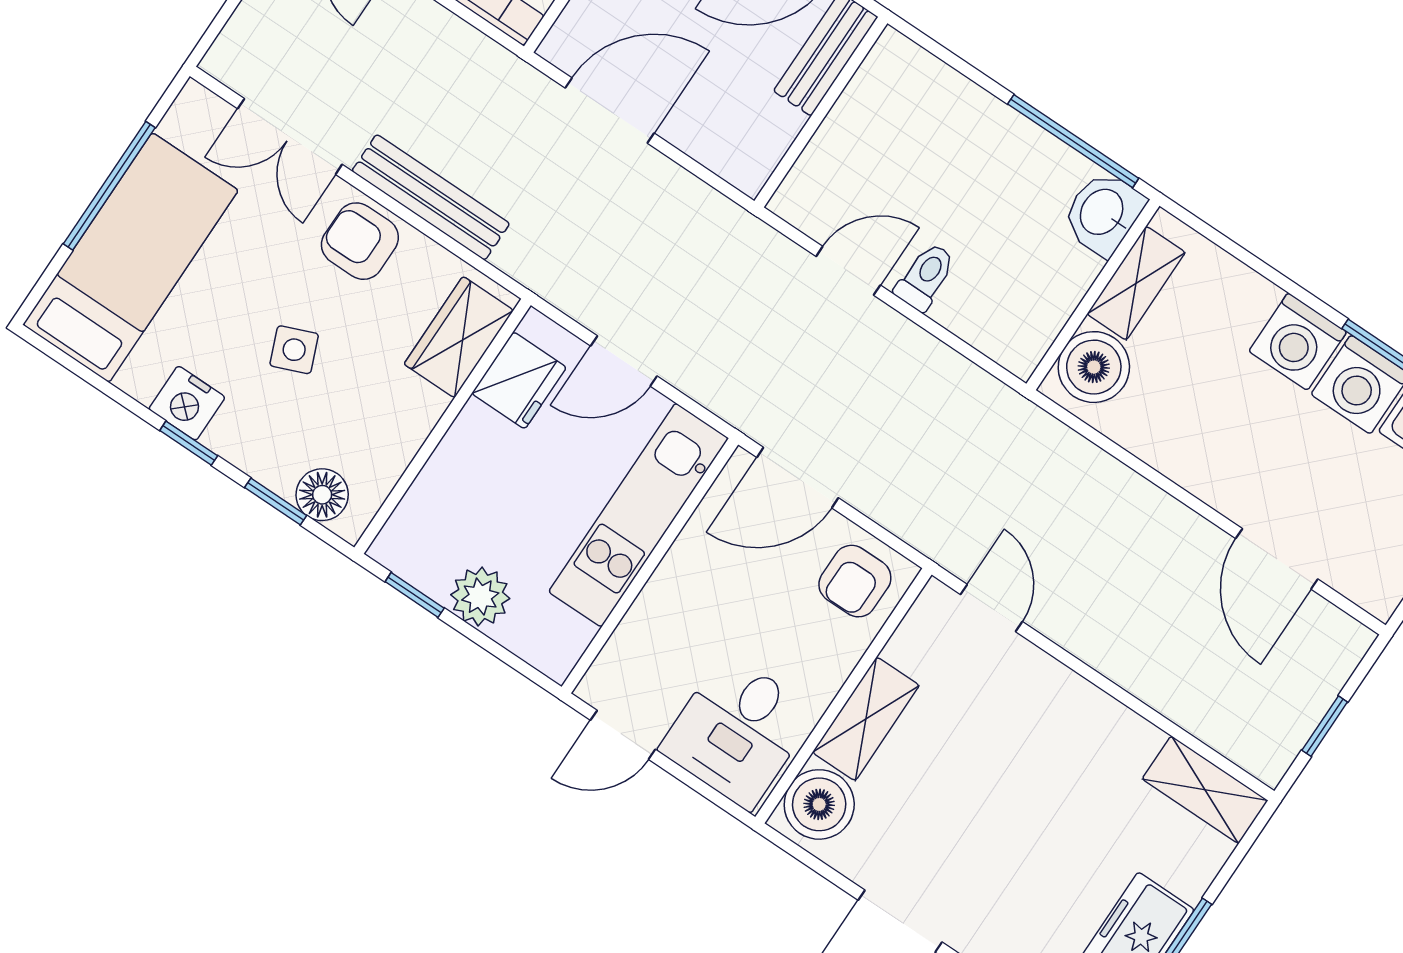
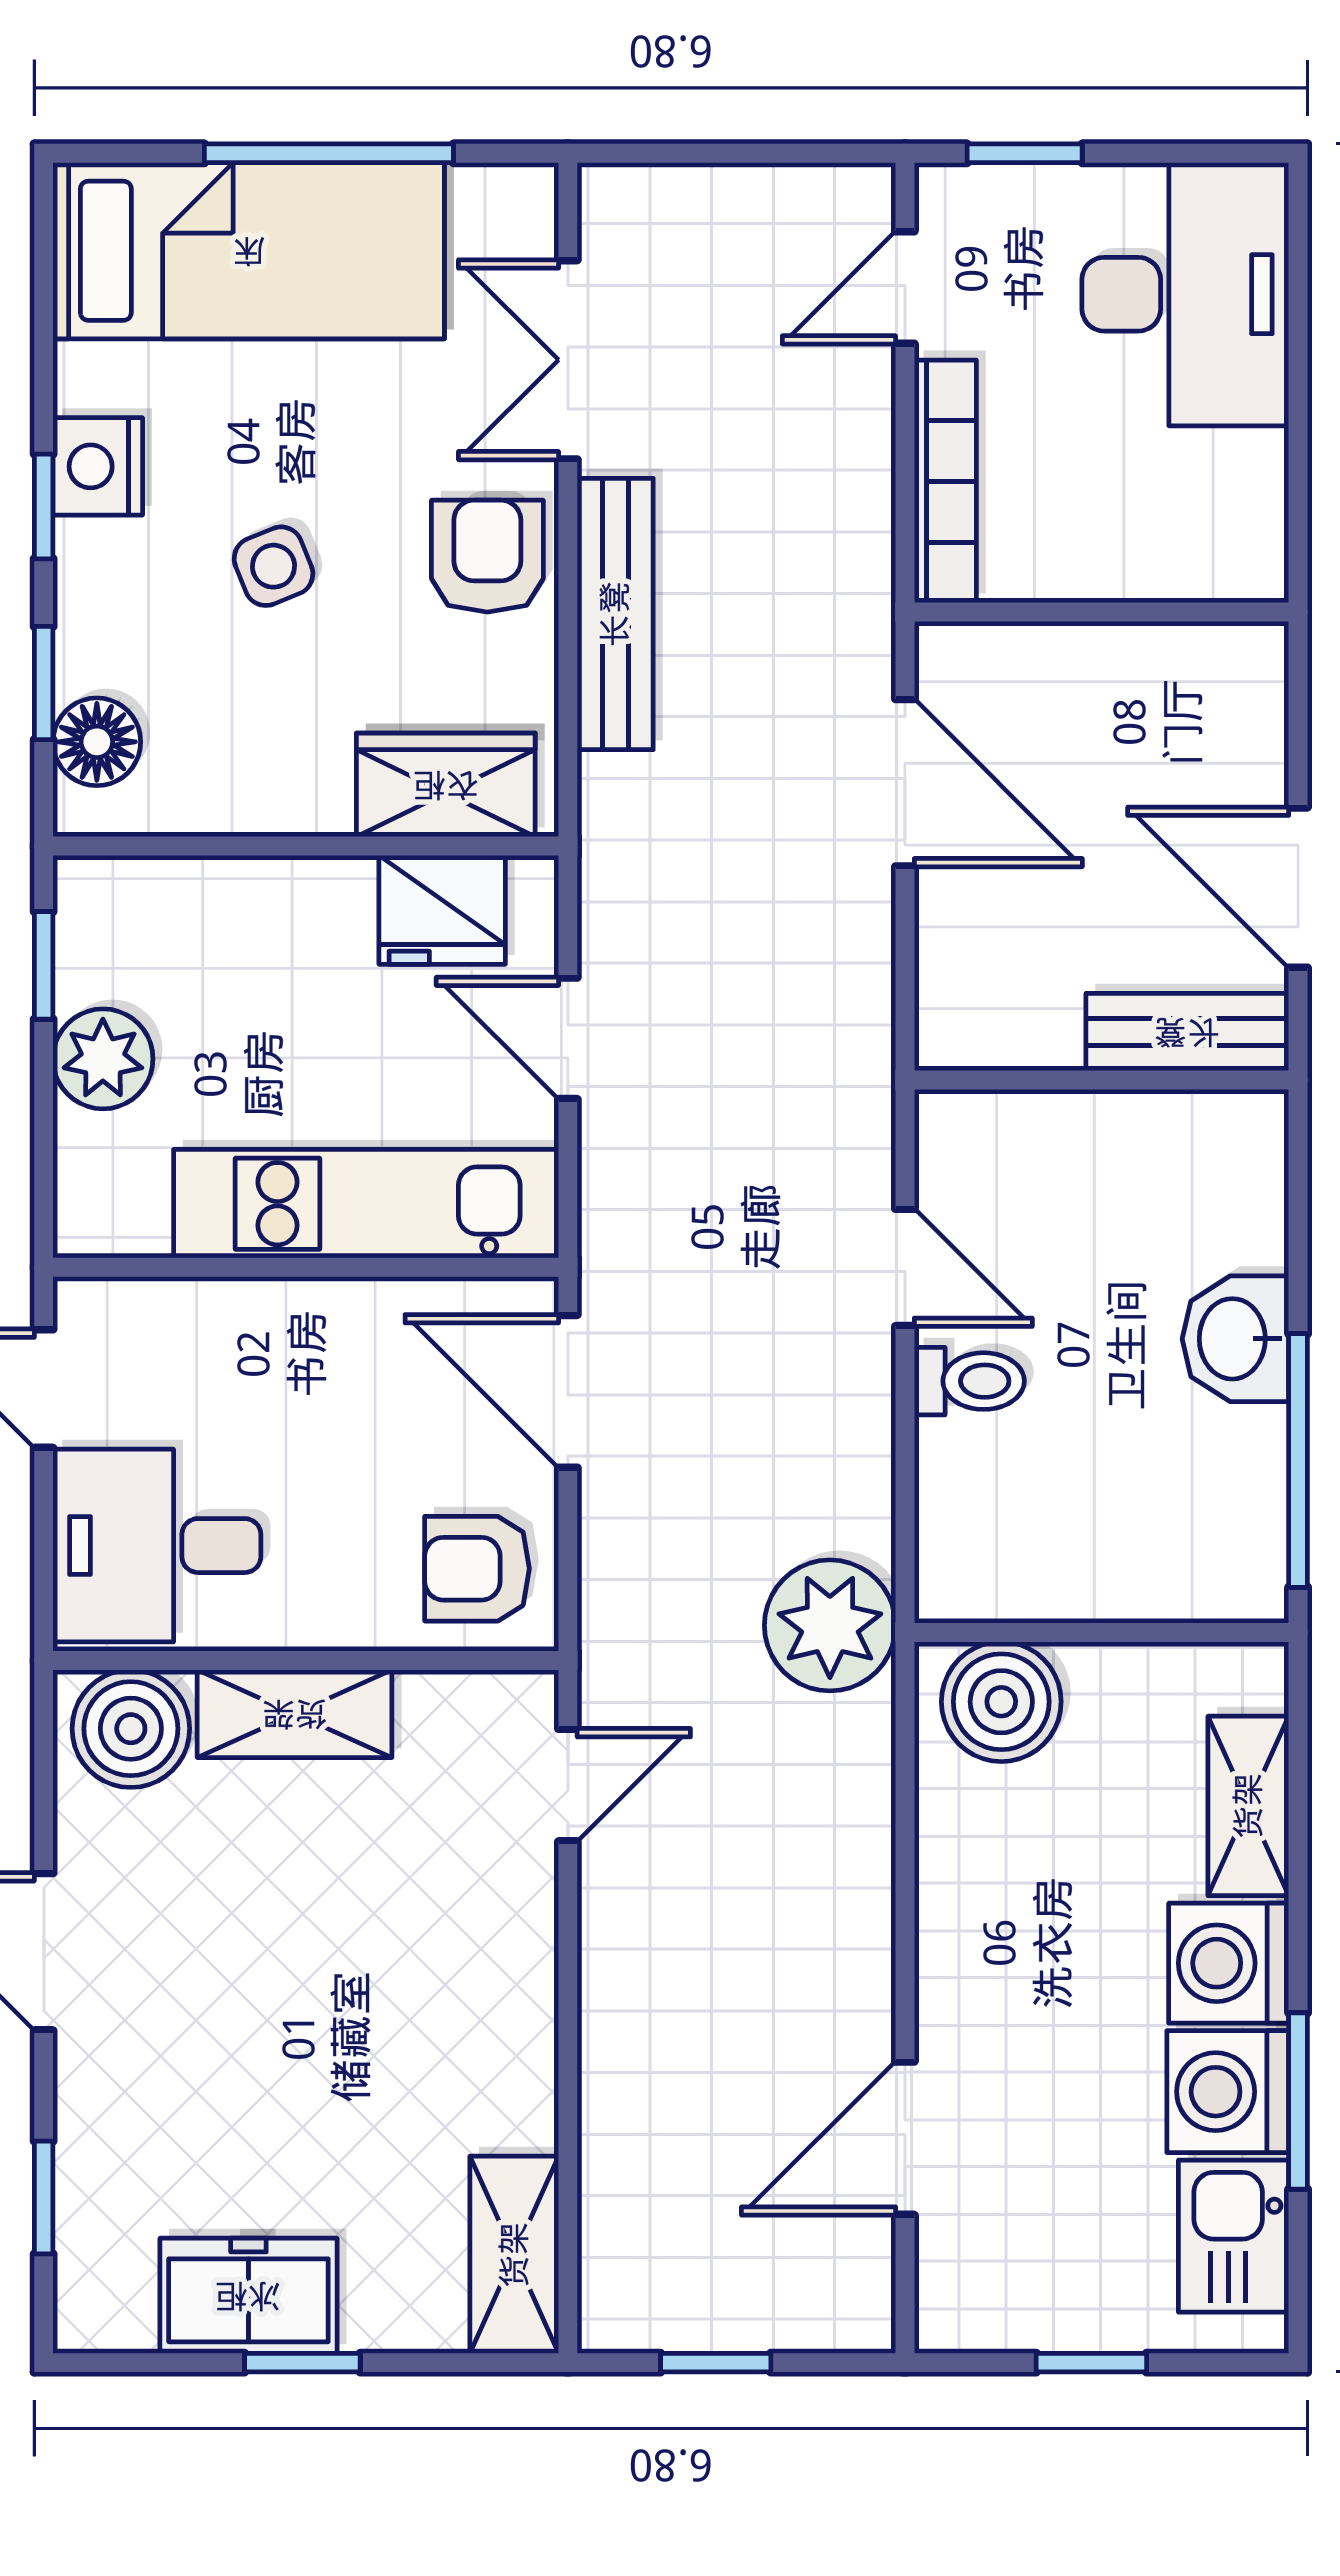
washbasin: (1103, 213) -> (1235, 1339), moved, turned -90
shelving: (1136, 283) -> (1248, 1806), moved, turned 90
plant: (1000, 426) -> (830, 1625), added

